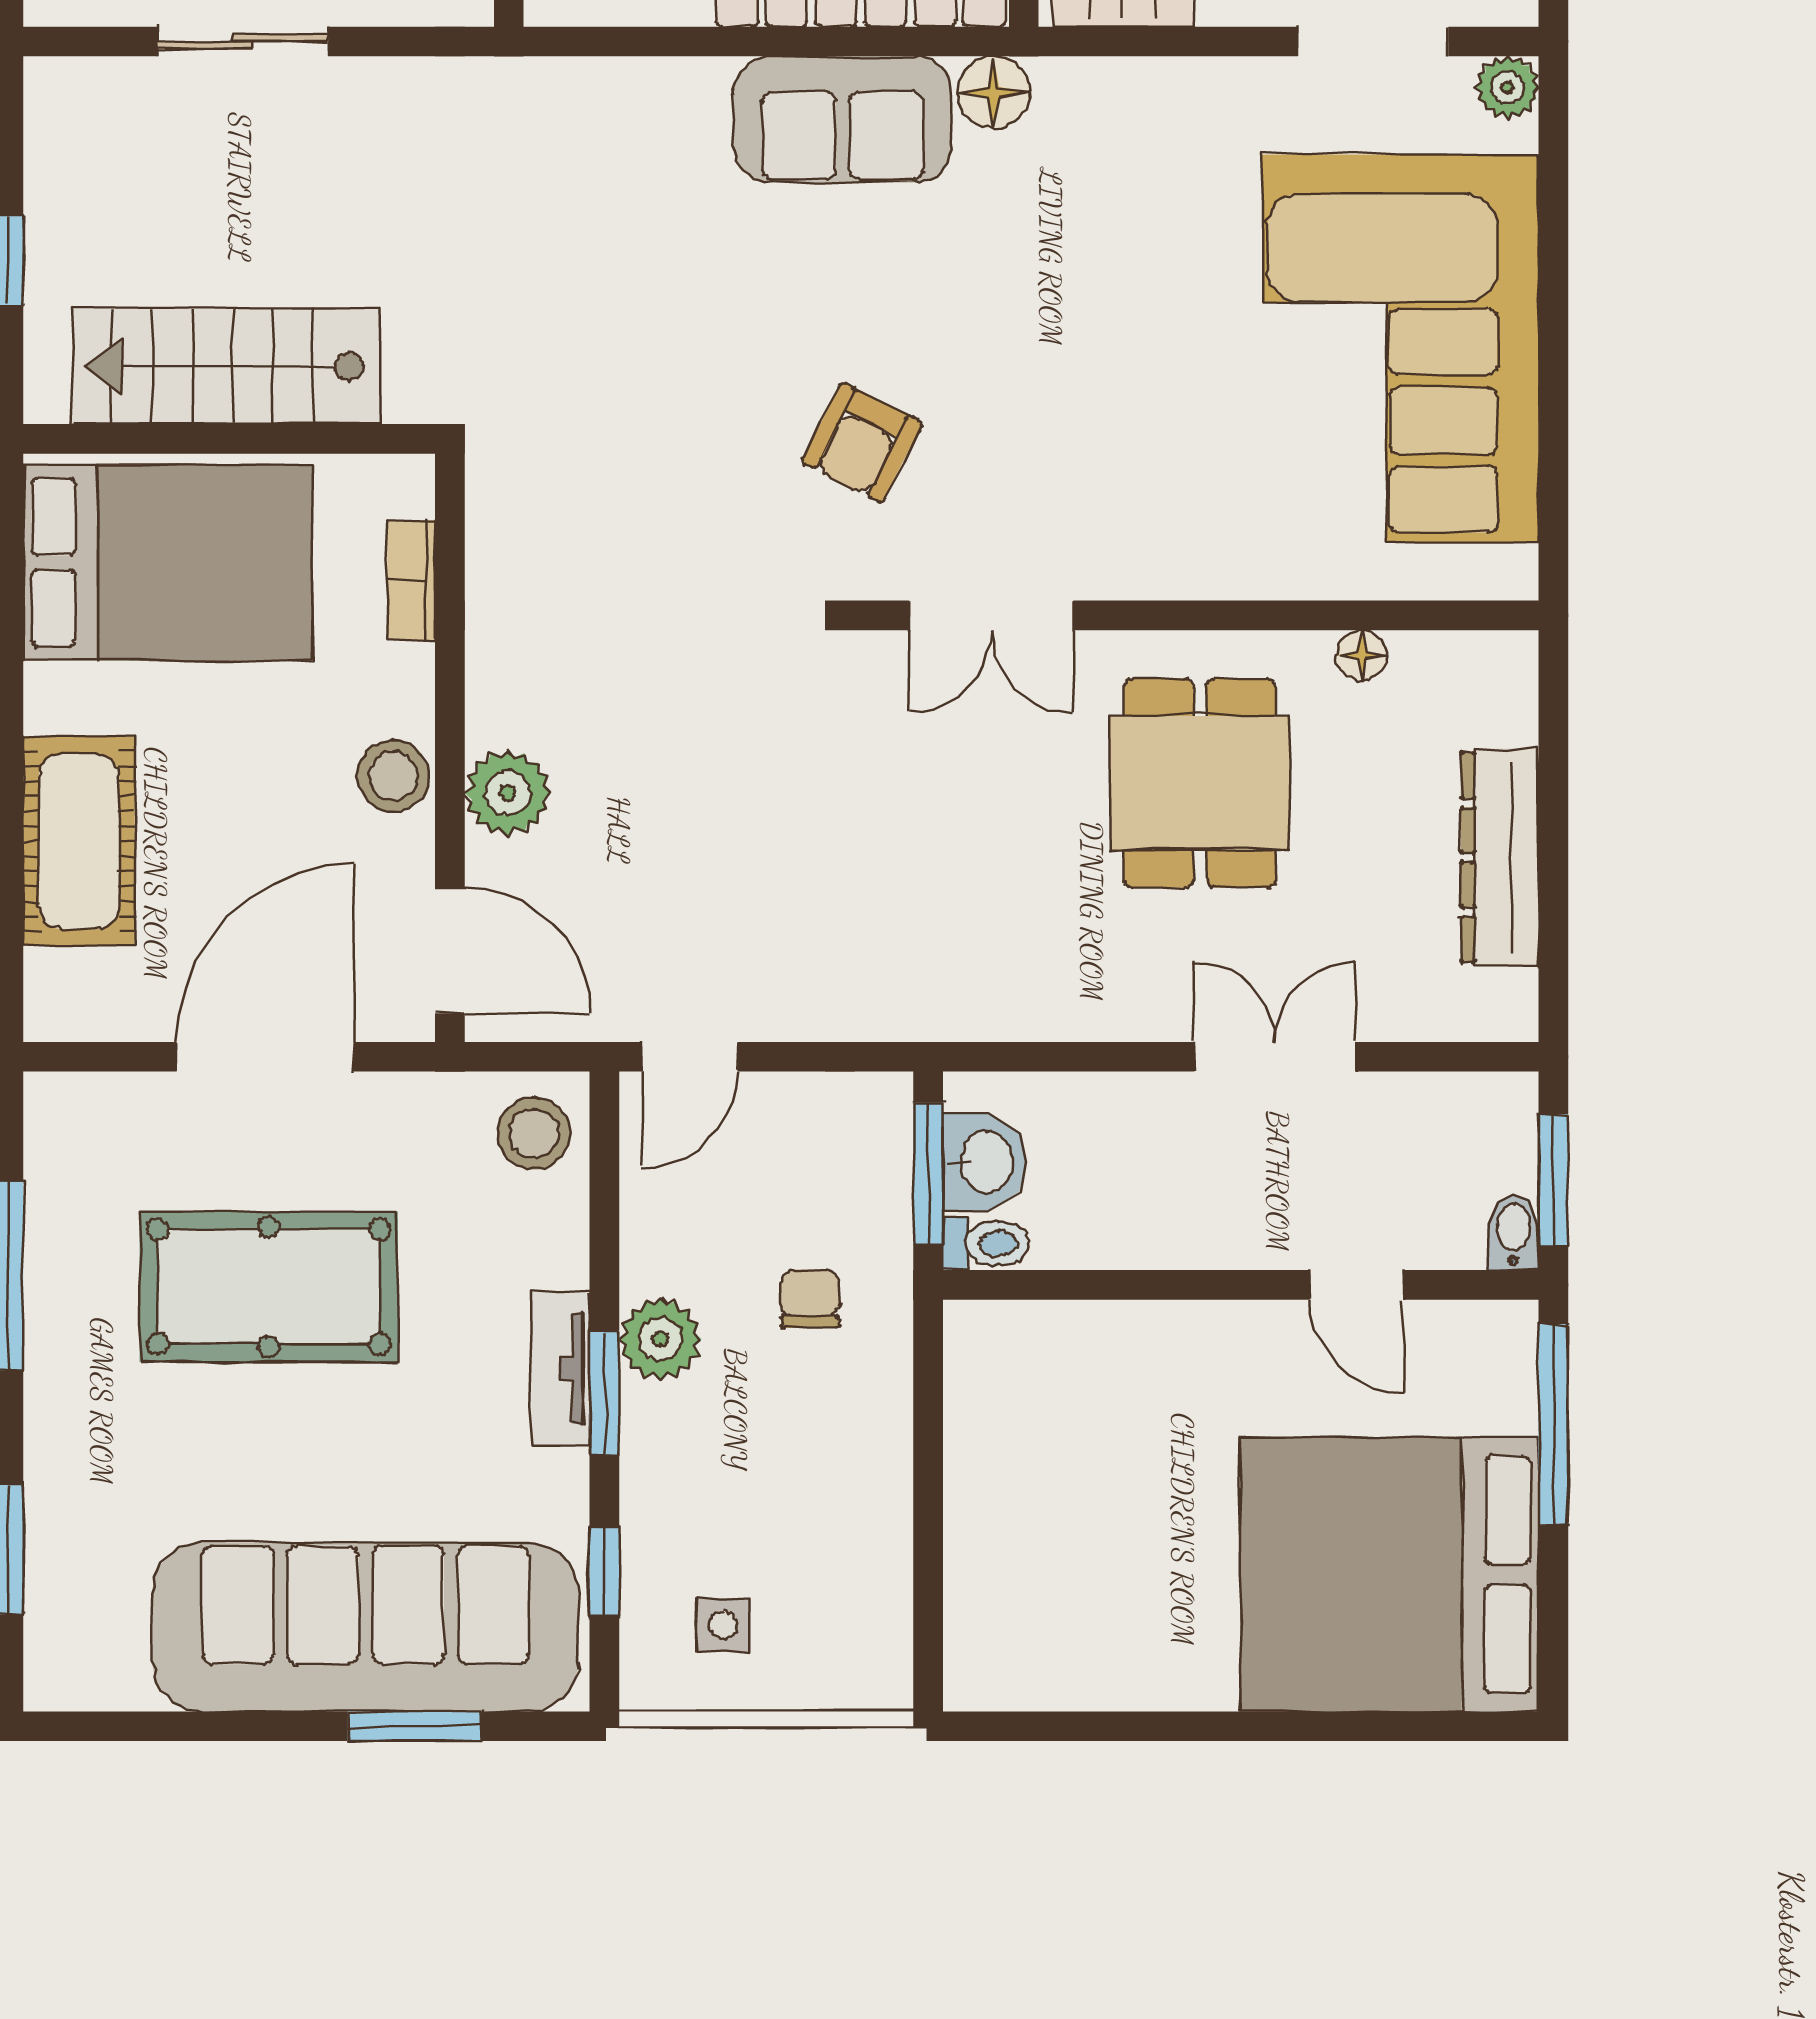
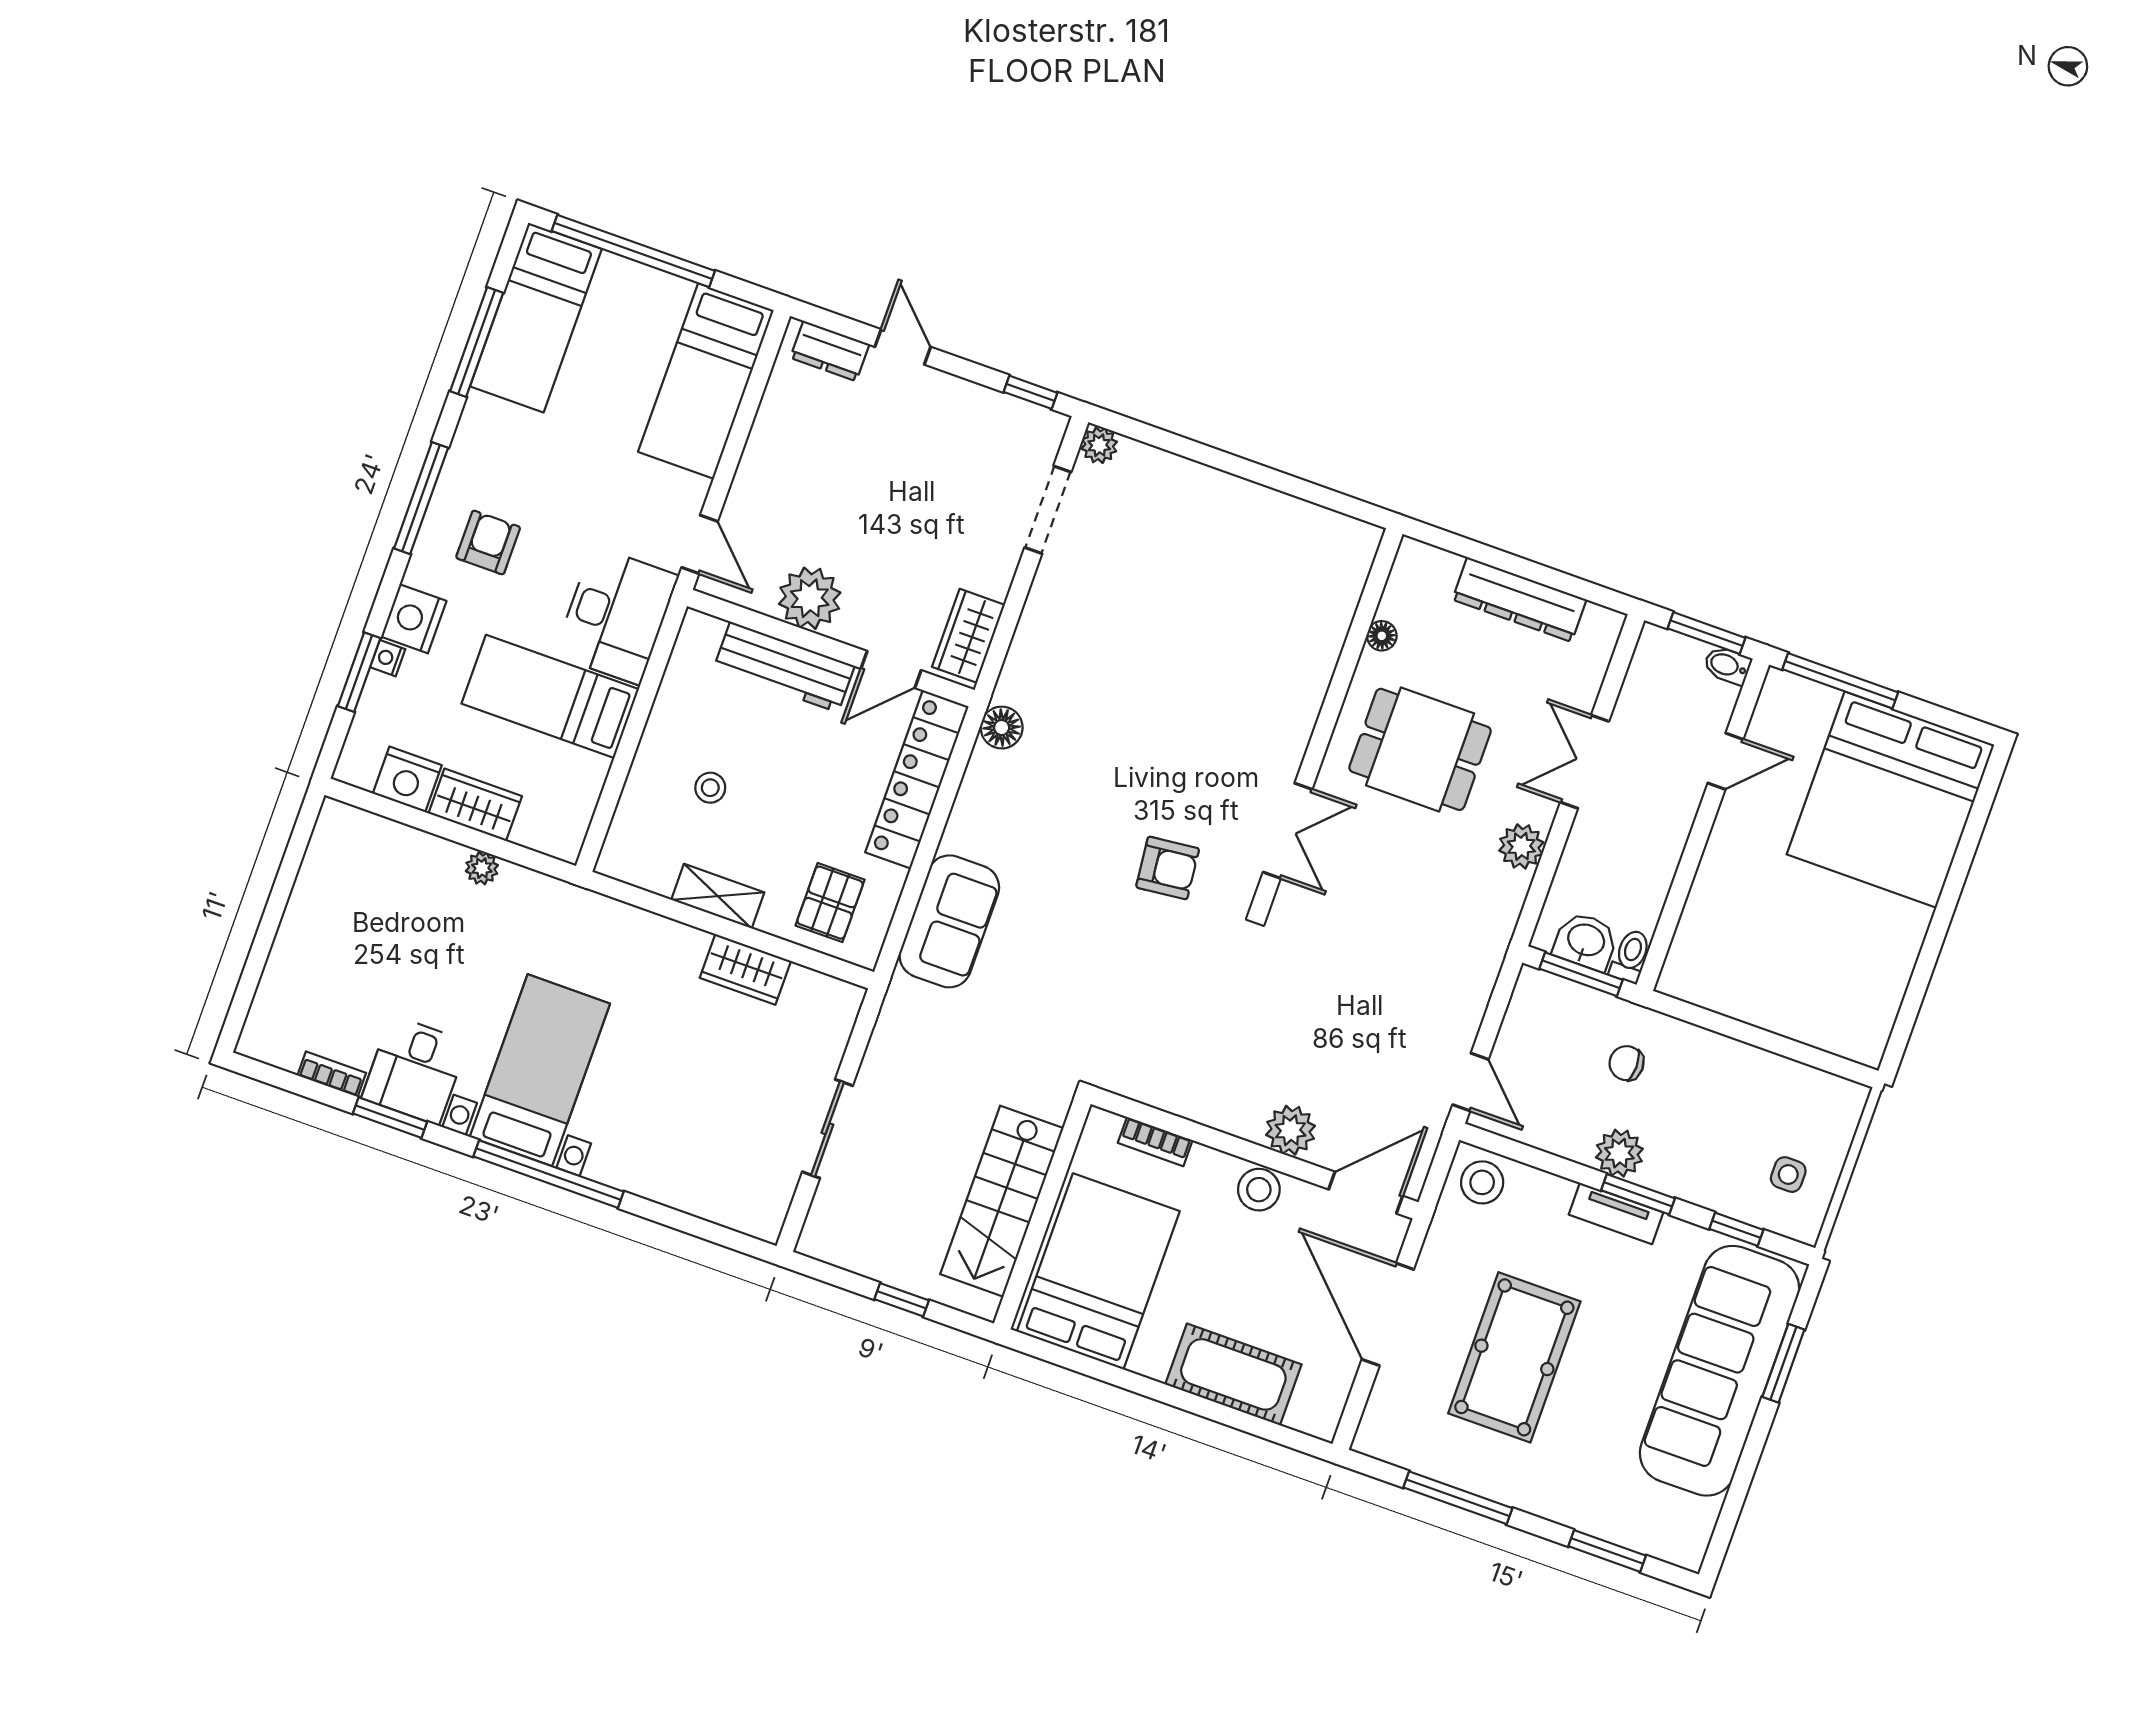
sofa: (843, 119) -> (949, 921), moved
corner sofa: (1400, 349) -> (1221, 555), removed
armchair: (862, 442) -> (1168, 868), turned -33
plant: (1101, 1003) -> (1521, 846), added

